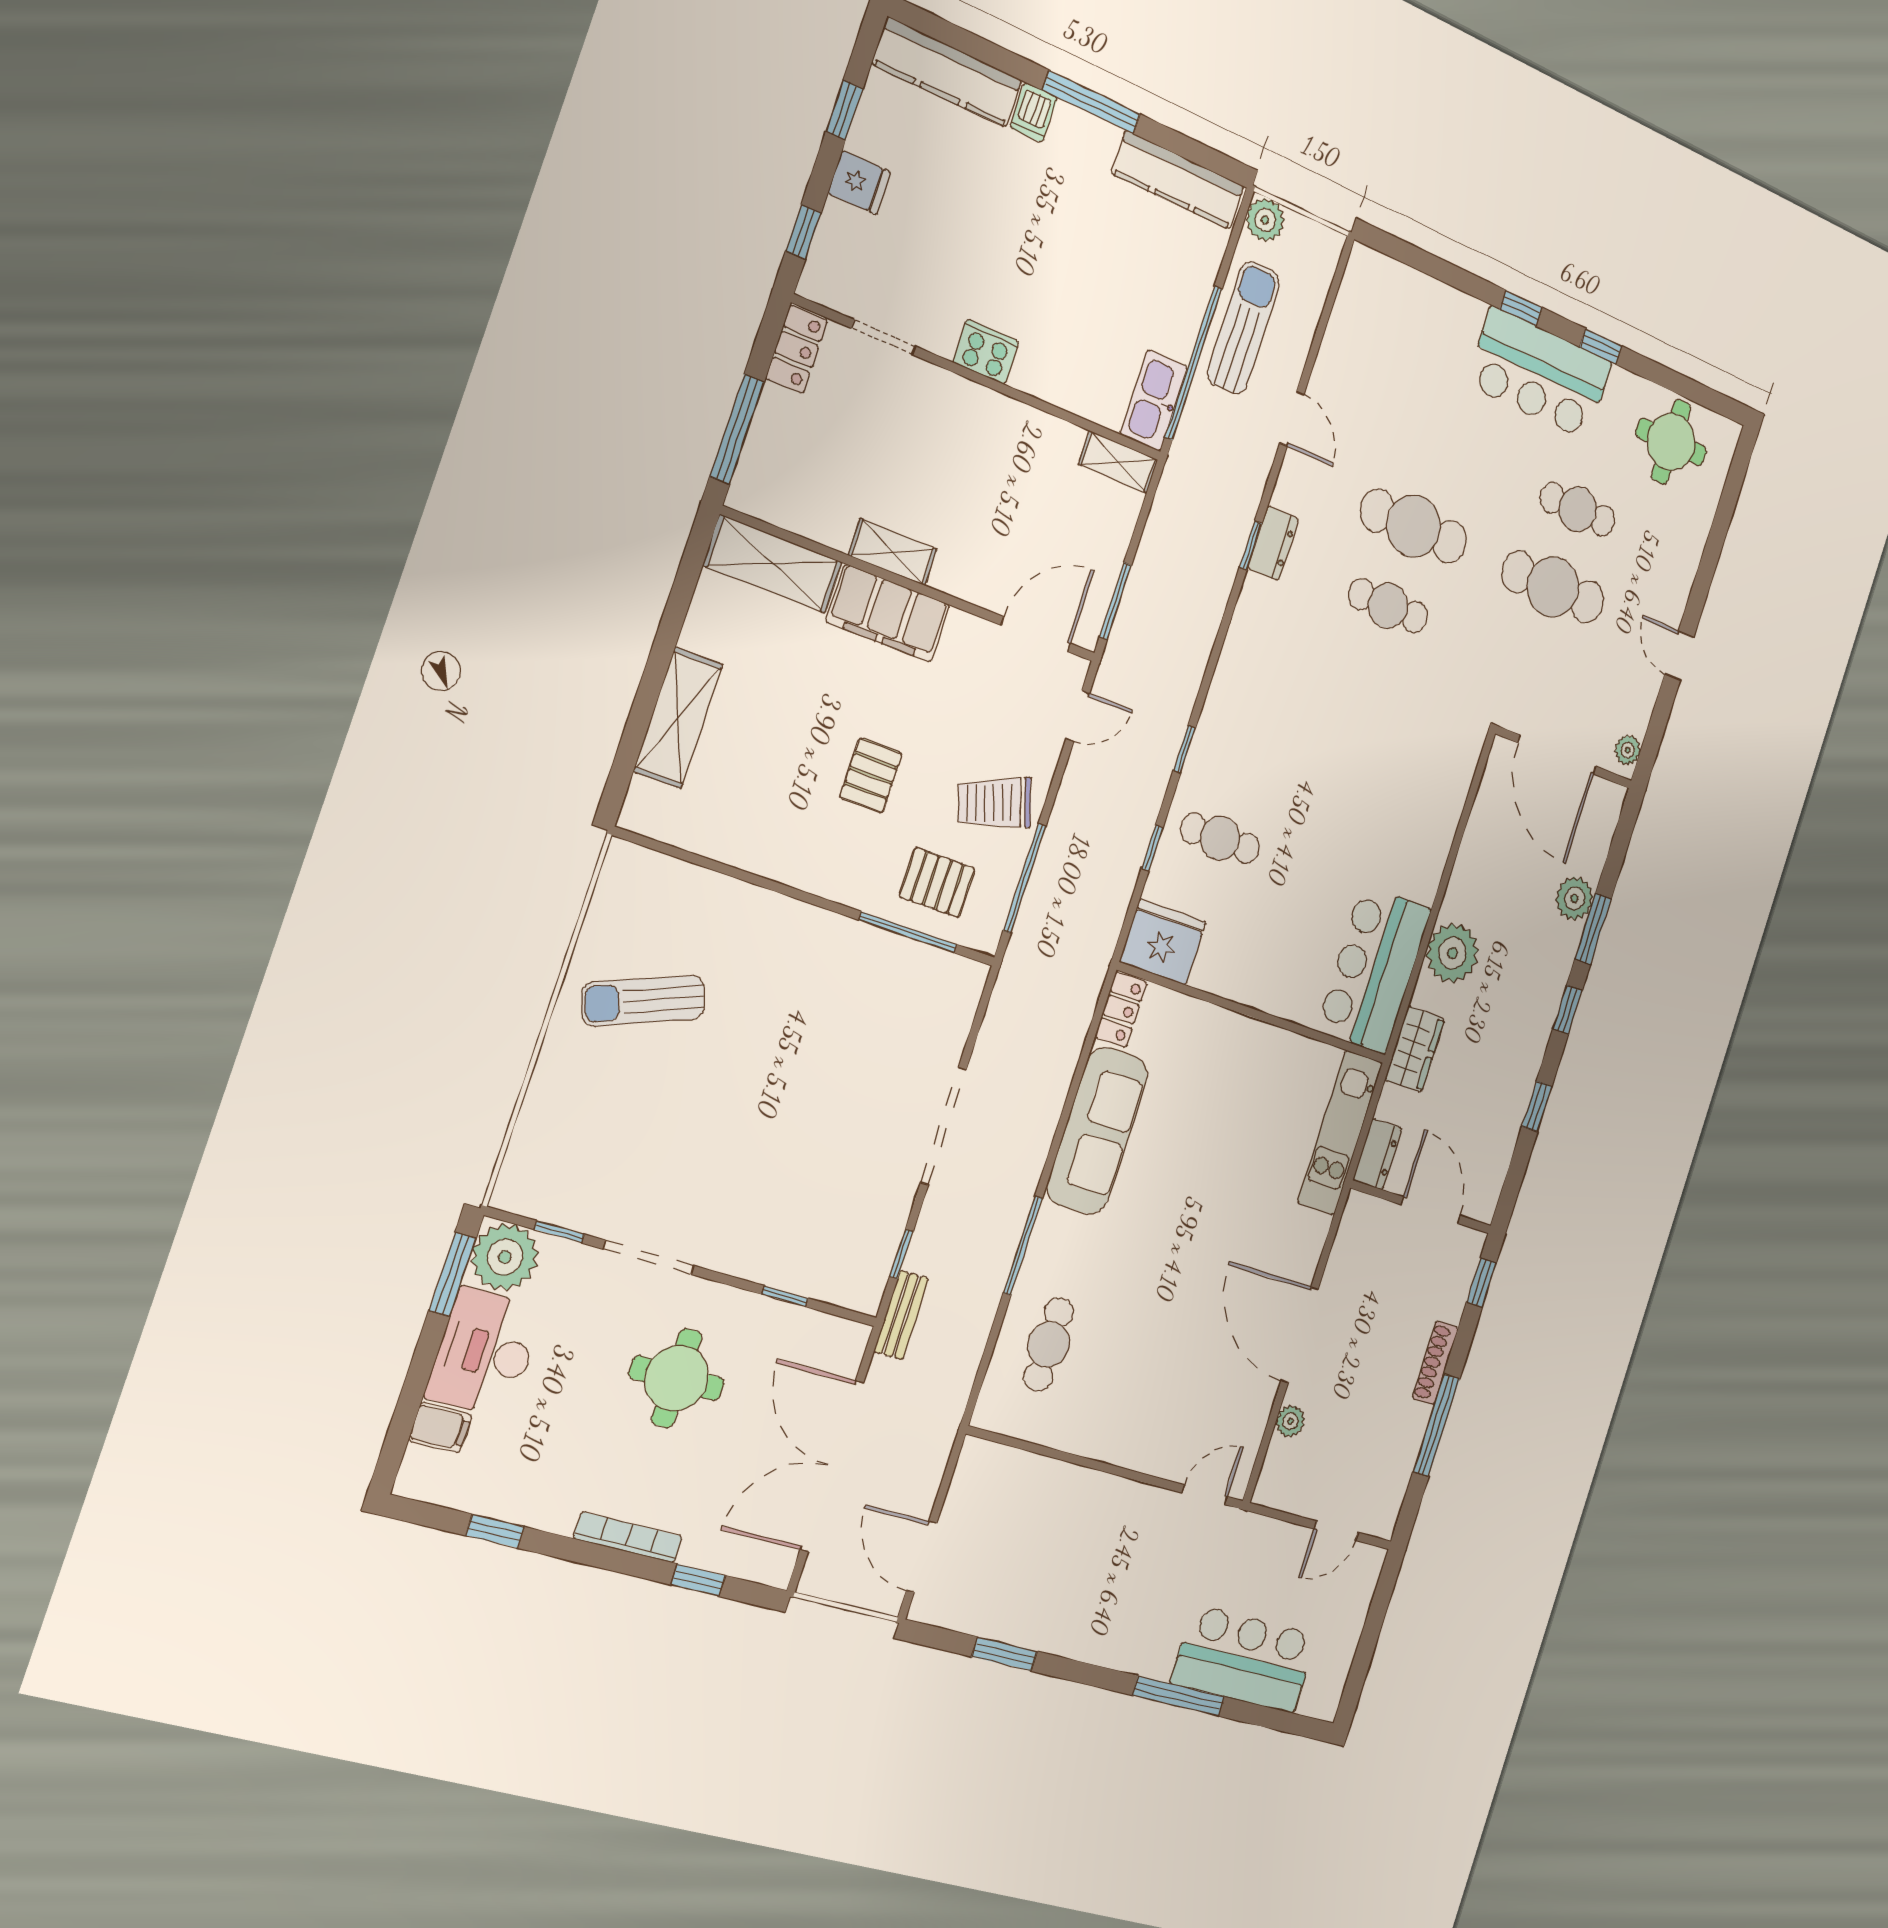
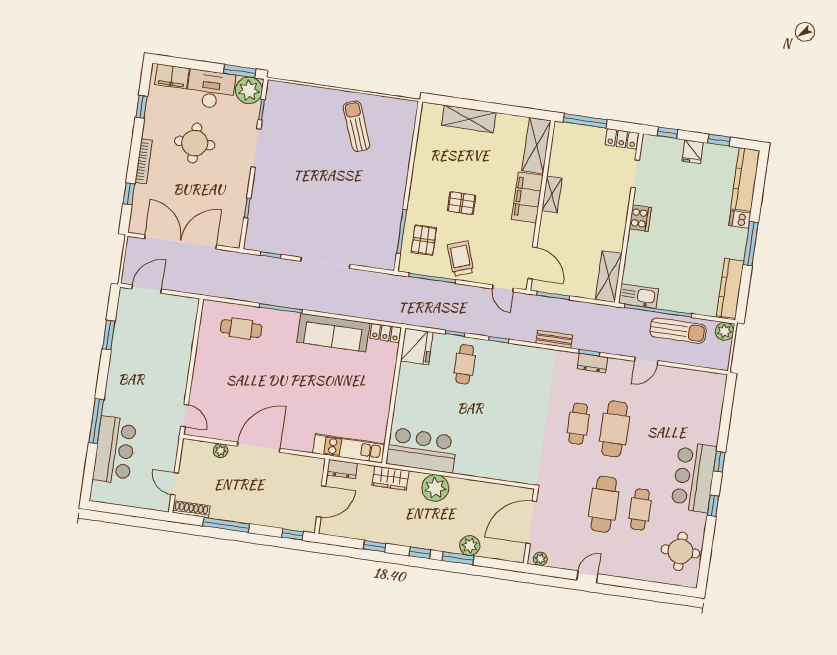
shelving: (1118, 462) -> (609, 277), width x1.50, depth x1.33
bench: (901, 1315) -> (554, 339), moved
shoe rack: (1435, 1363) -> (191, 509), moved
round table: (677, 1378) -> (195, 143), moved
filing cabinet: (440, 1428) -> (172, 76), width x2.00

